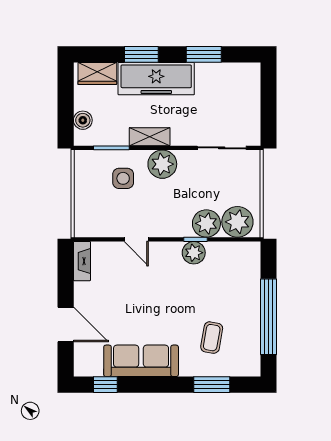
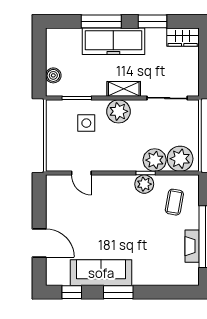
window: (141, 54) -> (101, 21), width x1.44
wardrobe: (97, 73) -> (183, 37), moved
shelving: (150, 137) -> (124, 89), moved
door: (136, 239) -> (81, 173), moved
fireplace: (82, 261) -> (192, 246), moved, turned 180
coffee table: (212, 338) -> (174, 202), moved
window: (212, 385) -> (118, 292), moved

